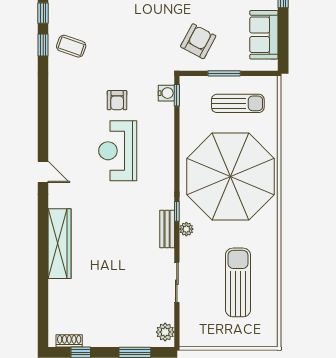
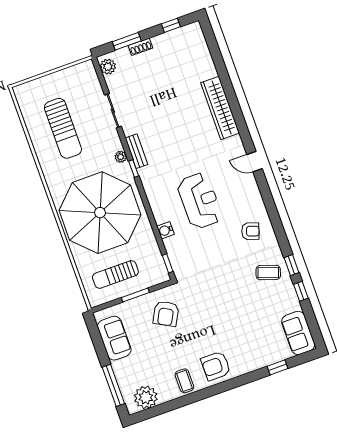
water cooler: (166, 93) -> (165, 230), moved
armchair: (117, 100) -> (250, 231), moved, turned 109
shoe rack: (69, 341) -> (140, 47), moved

